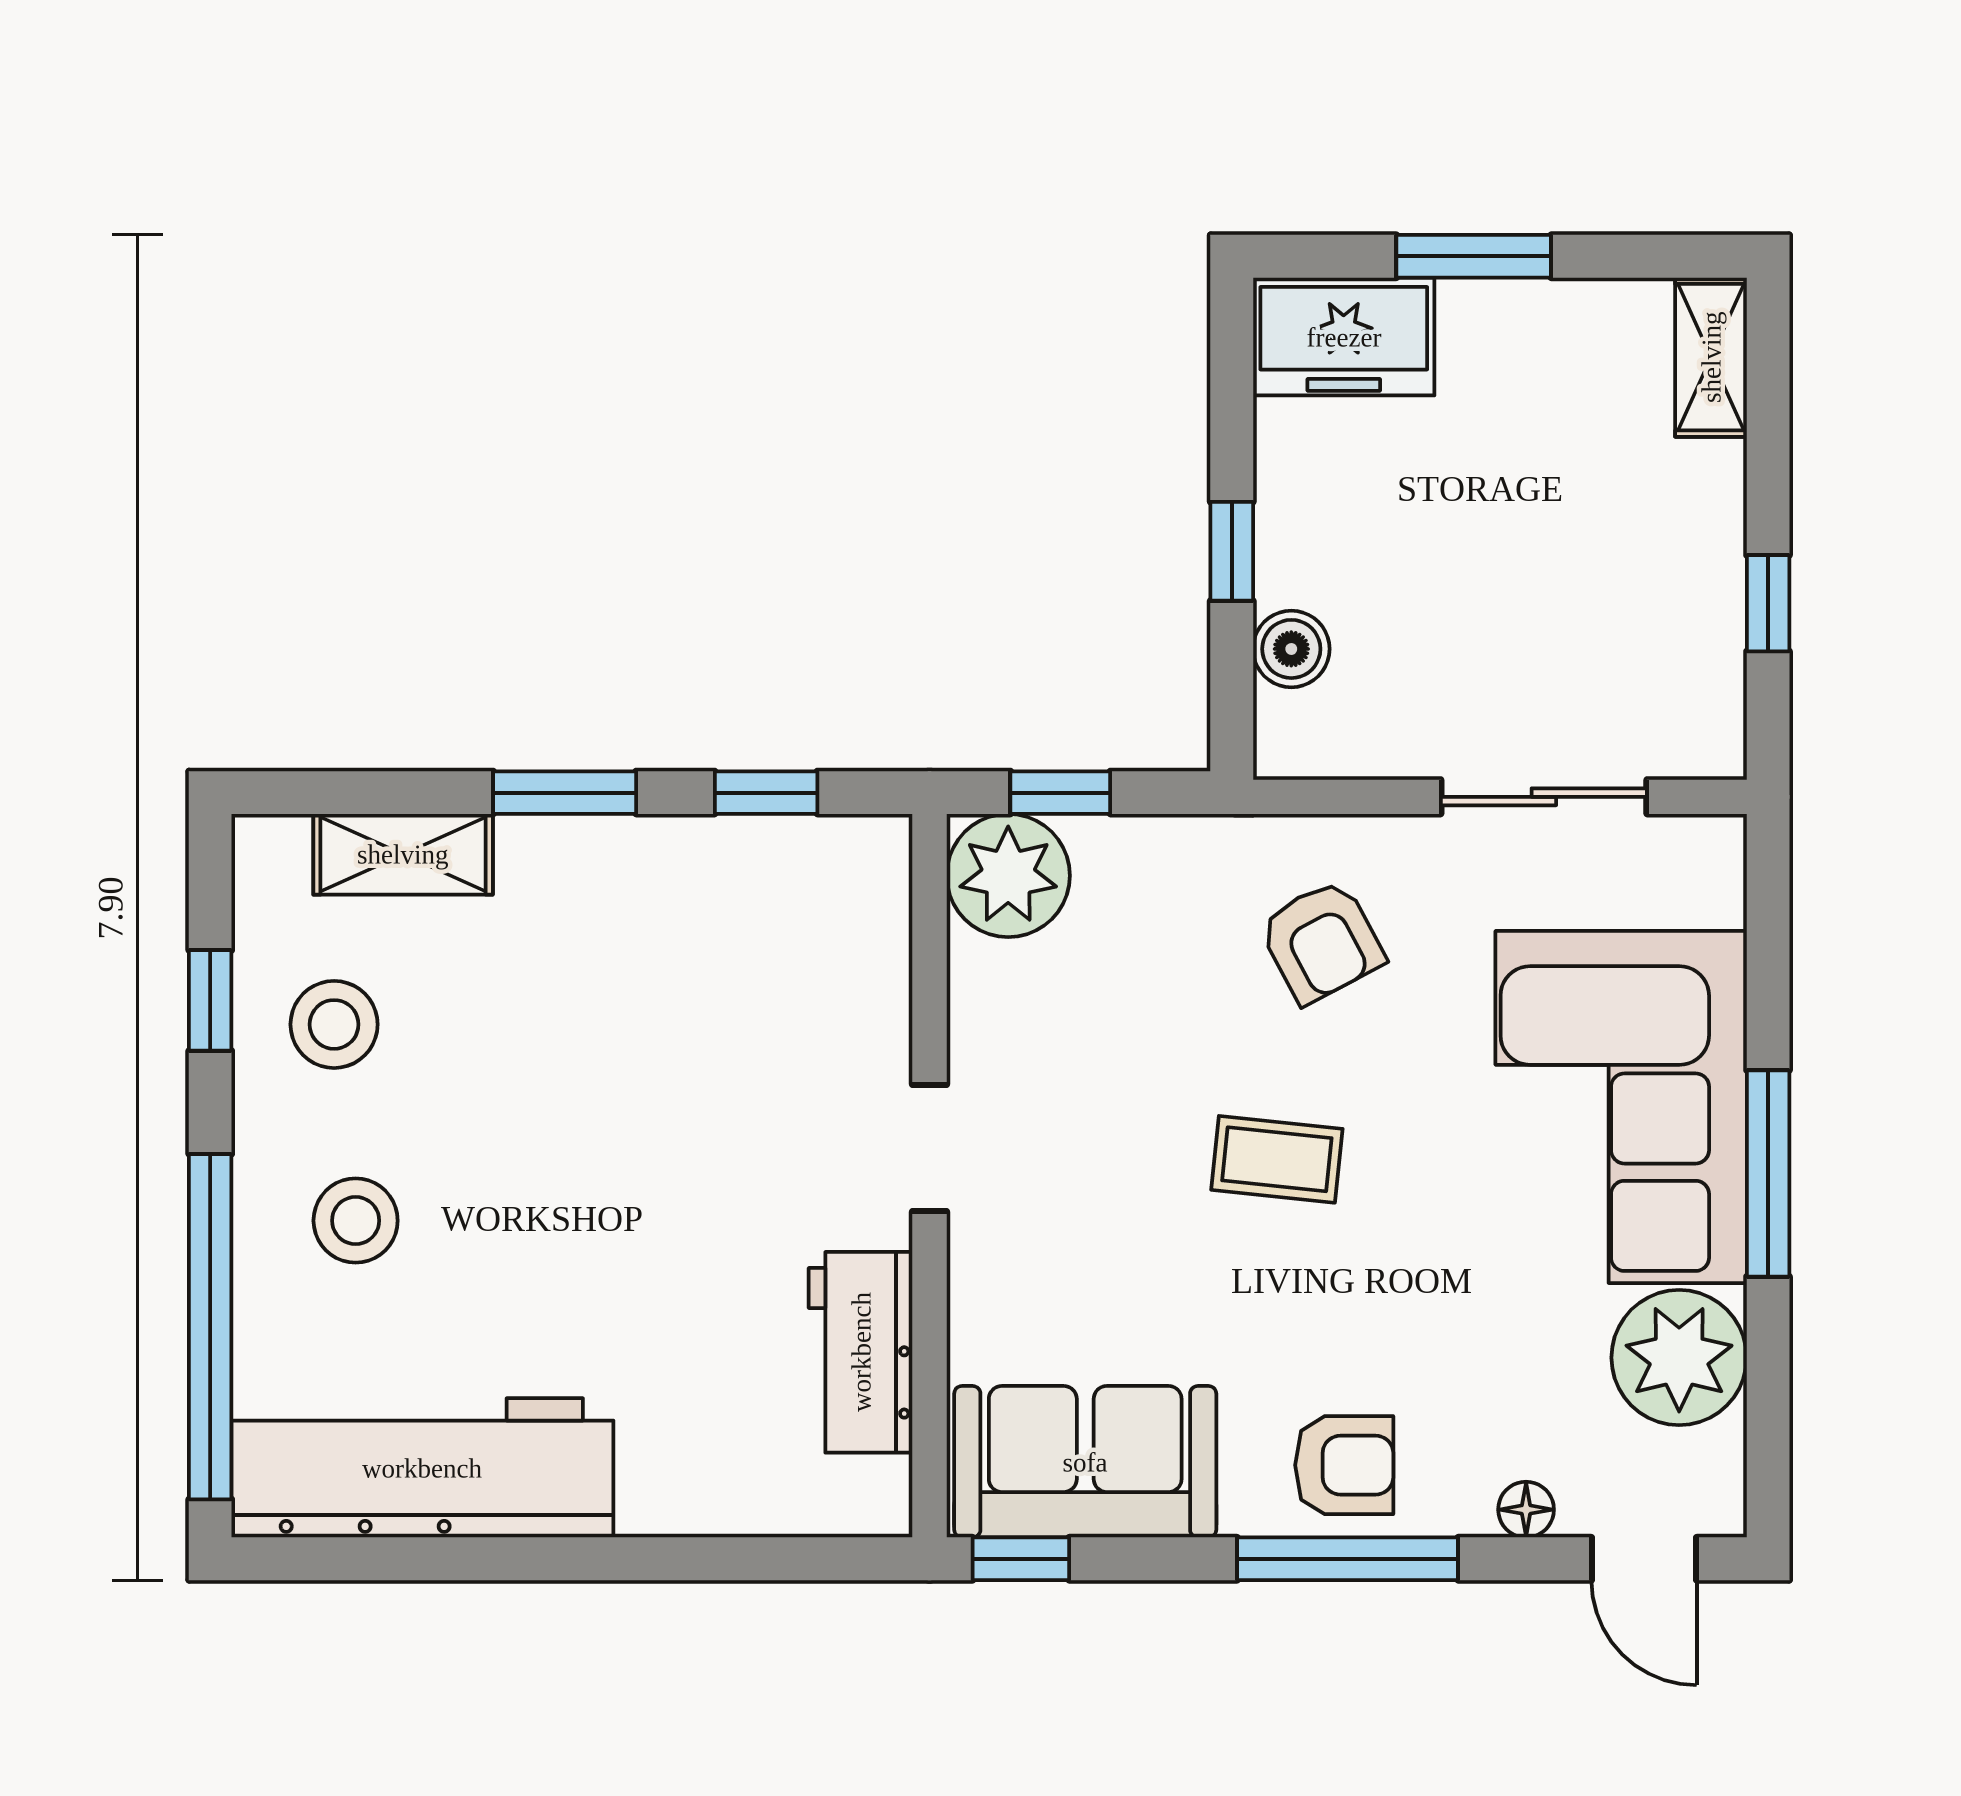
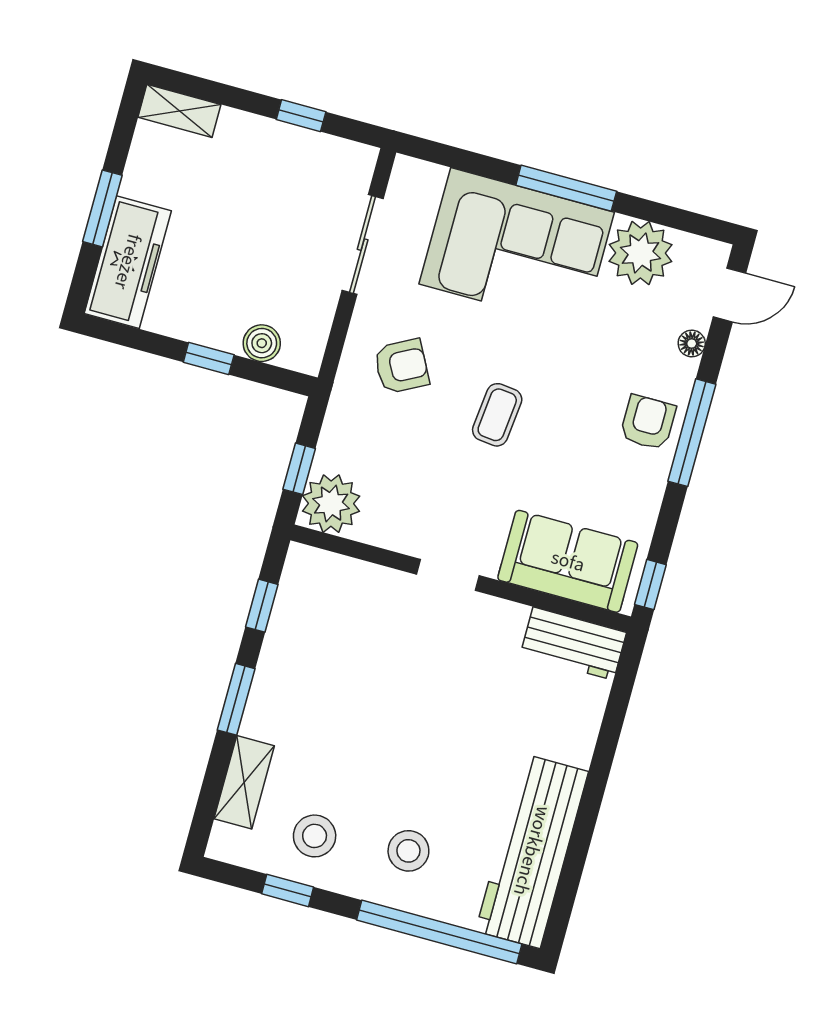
freezer: (1344, 337) -> (128, 262), width x1.40
workbench: (861, 1352) -> (573, 644), moved
sofa: (1085, 1462) -> (568, 561), moved, turned 90

